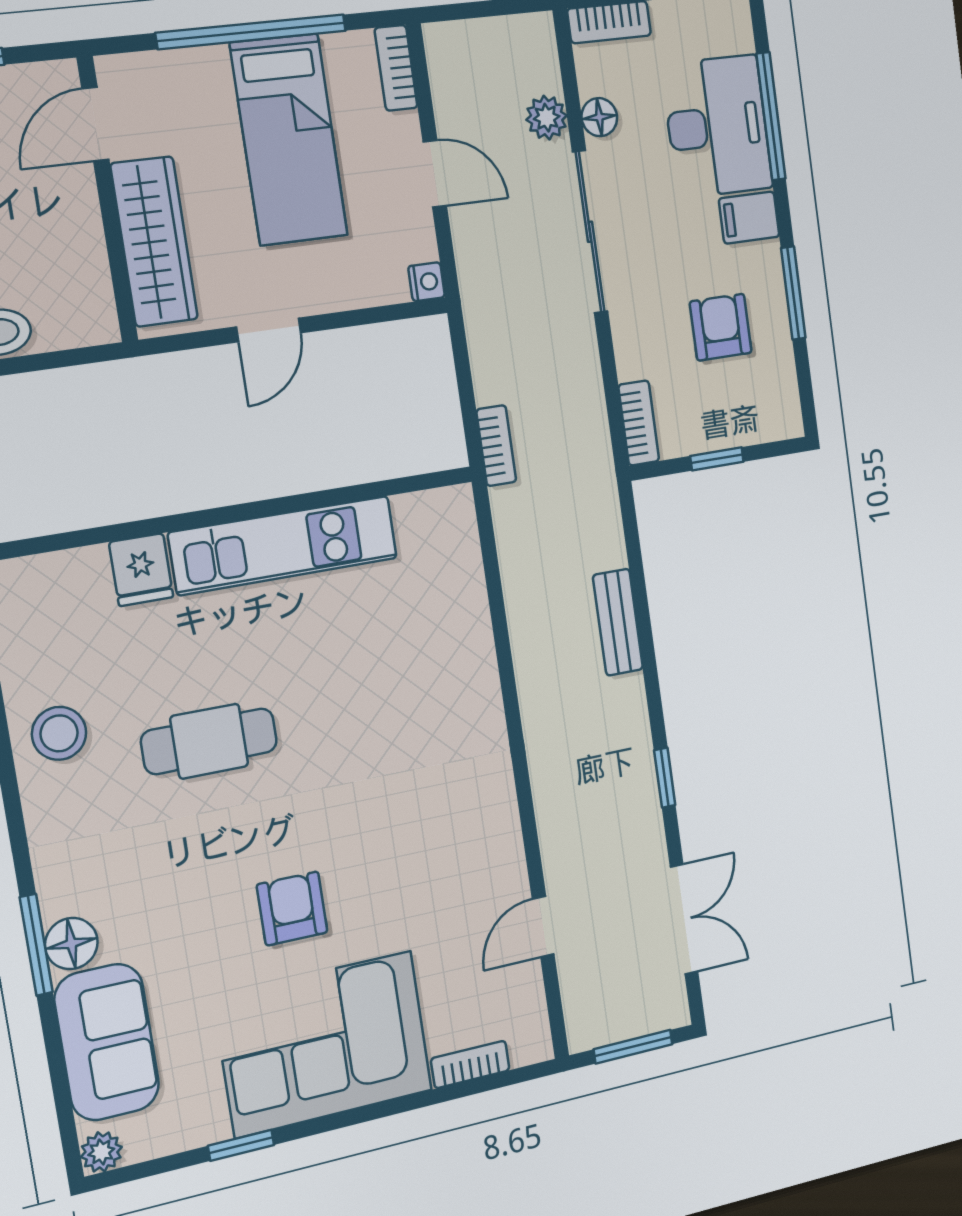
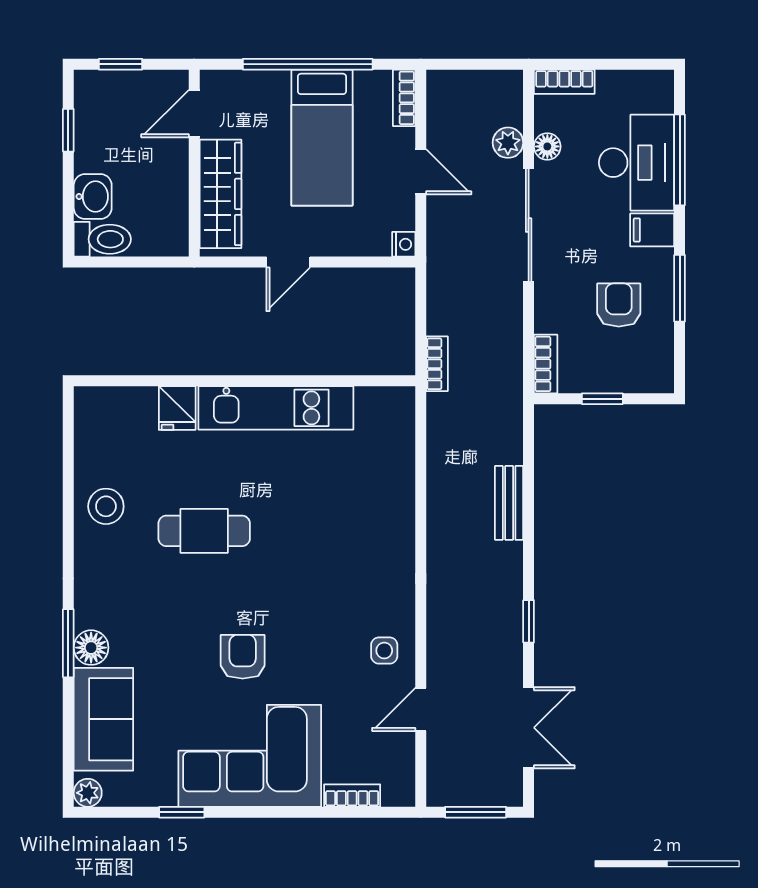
side table: (484, 857) -> (384, 651), added

